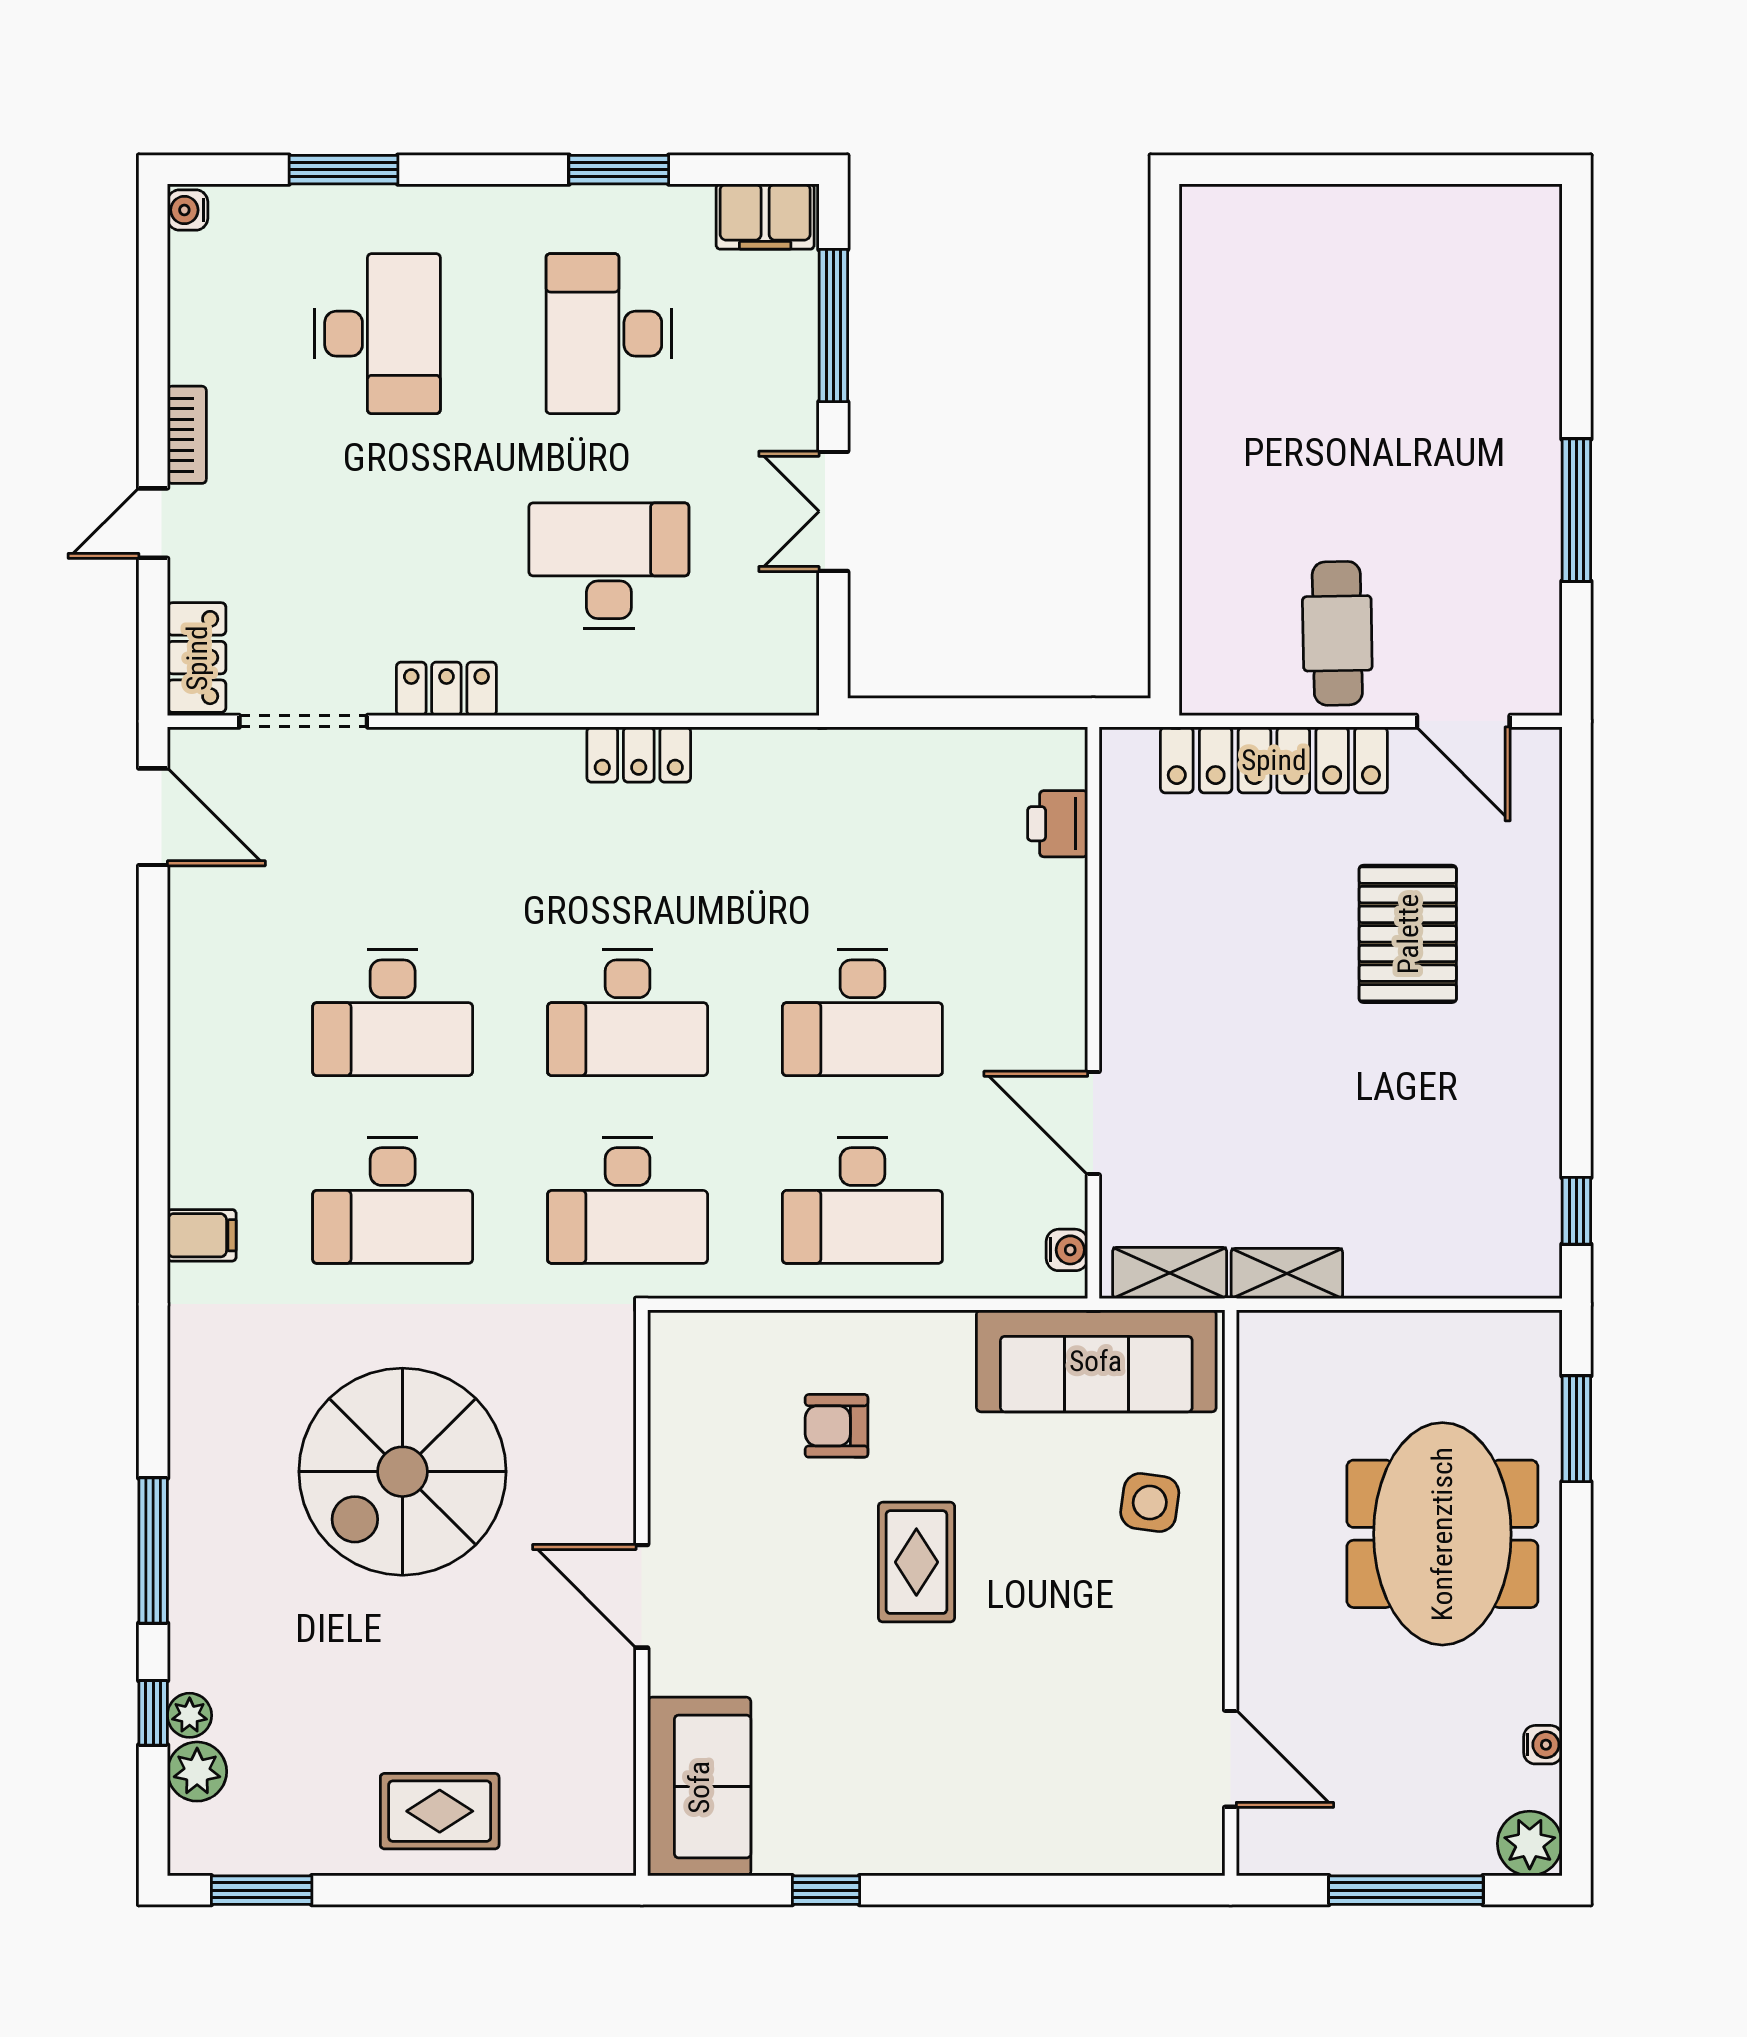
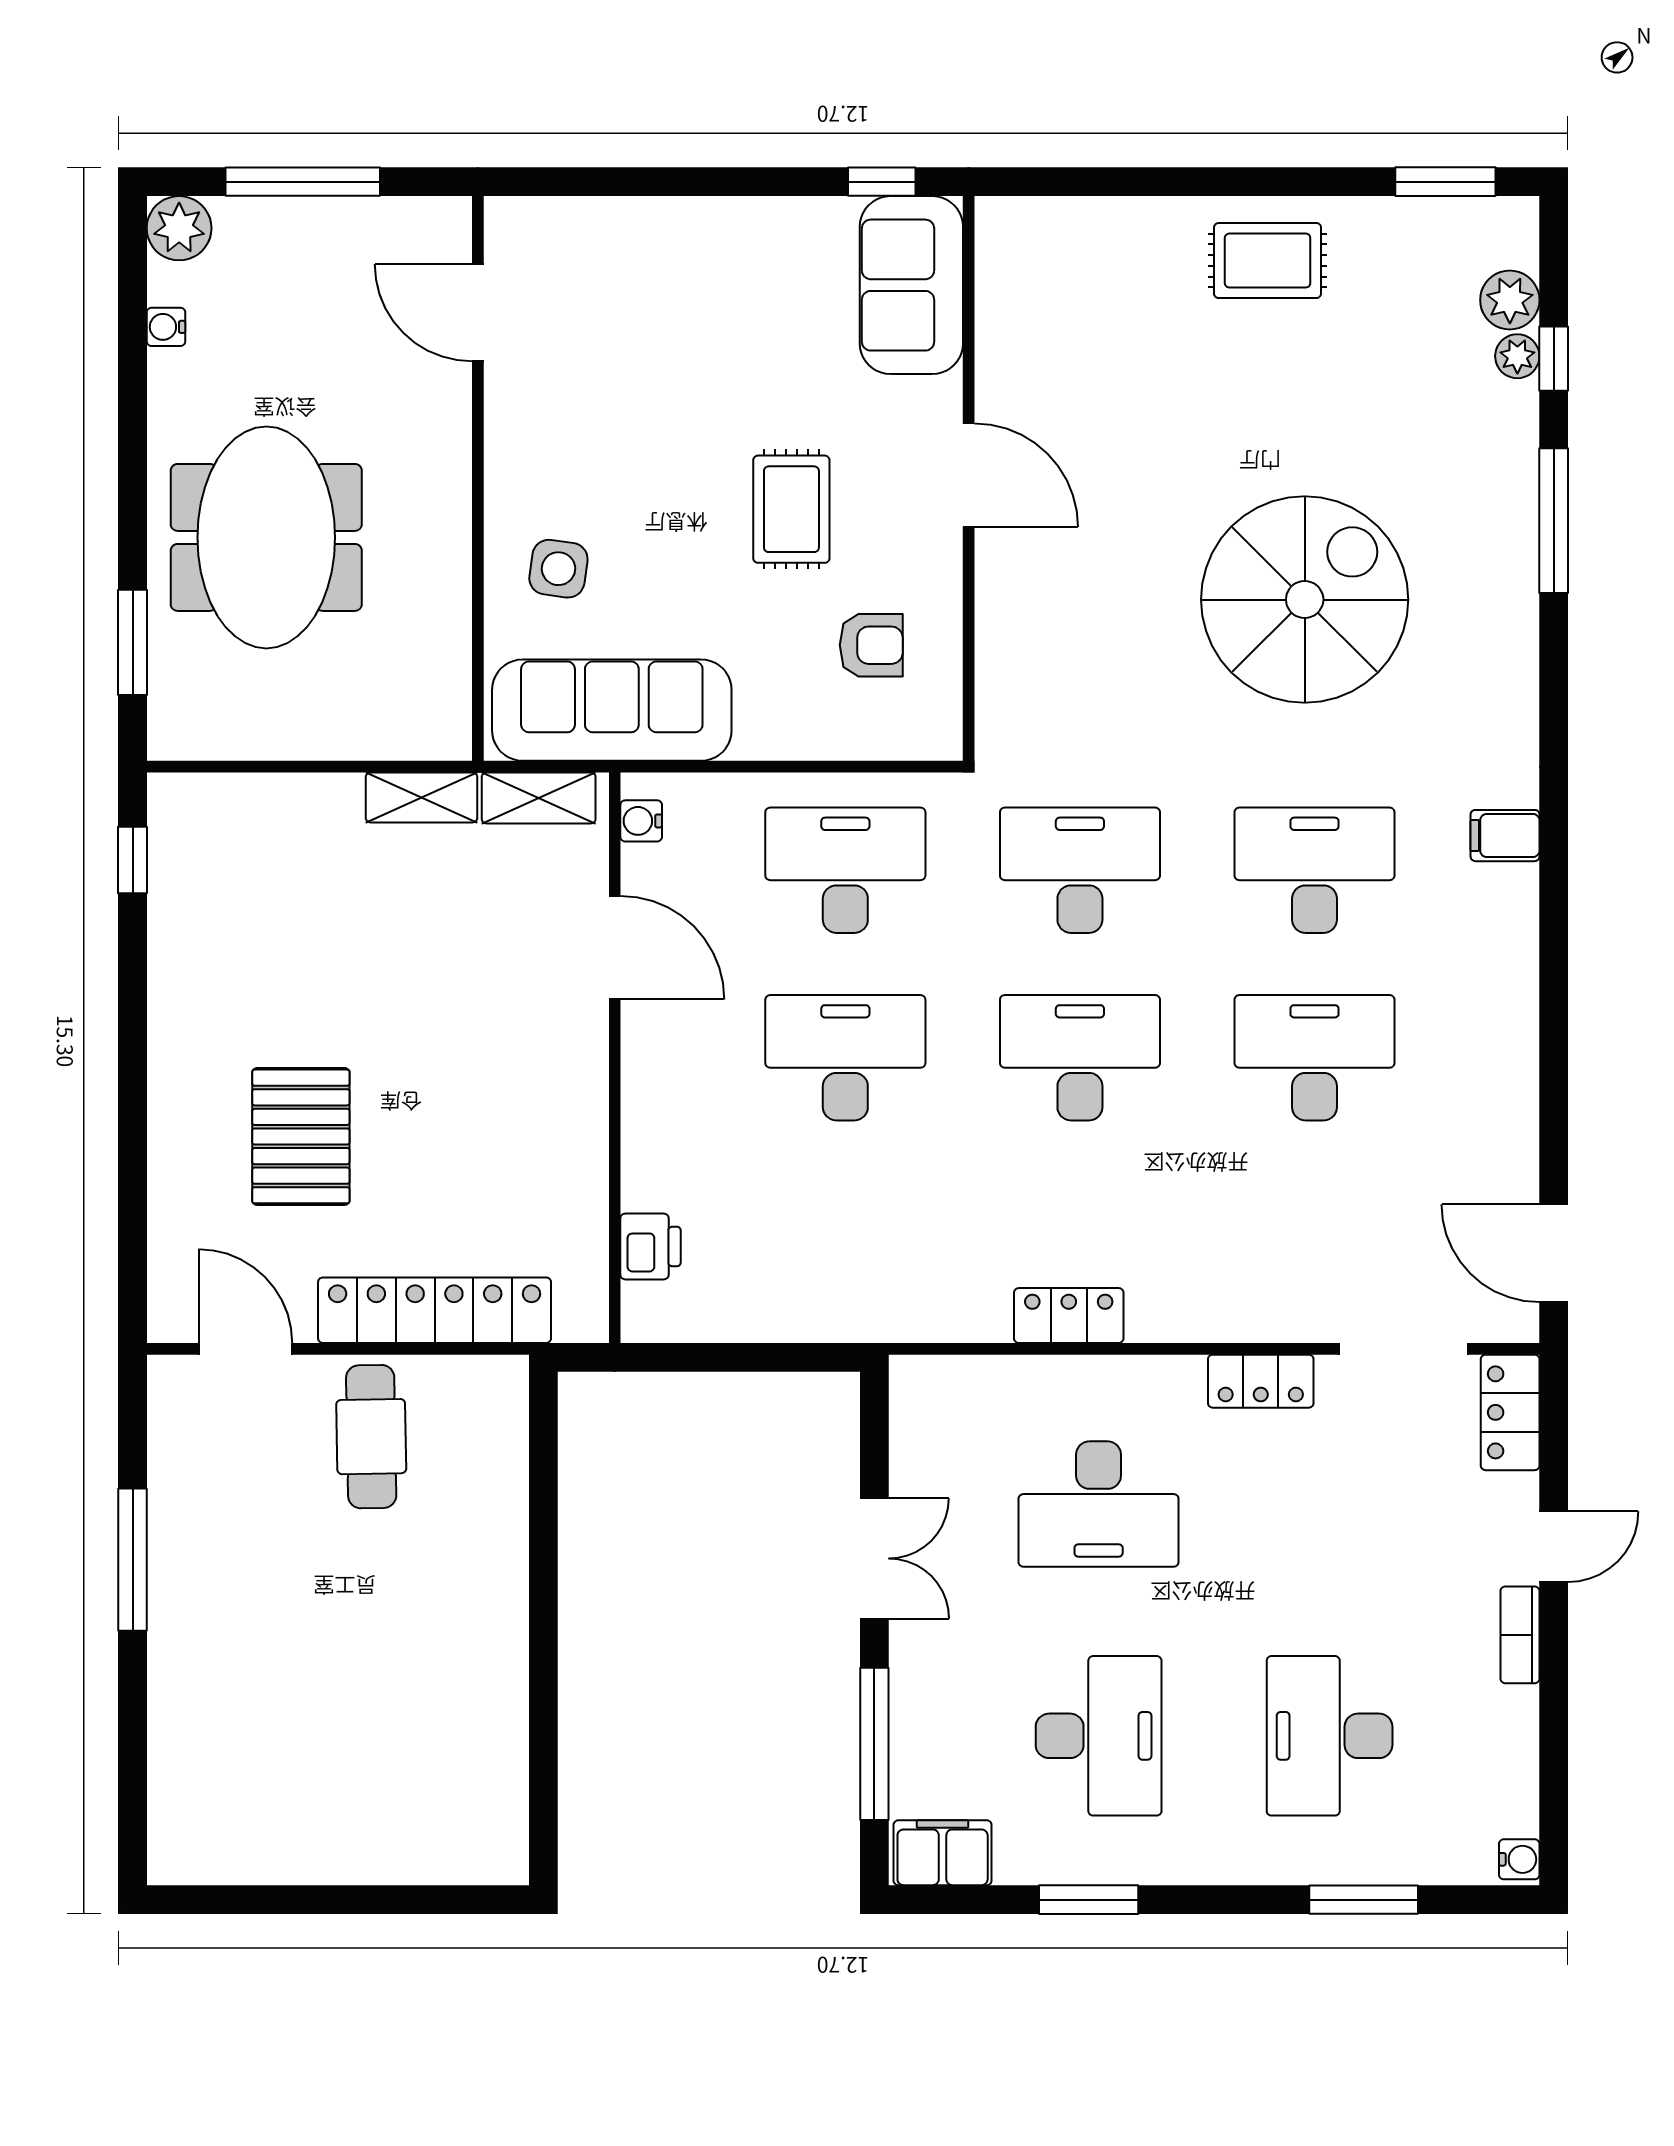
wall: (642, 1593) -> (969, 478), moved
door: (642, 1596) -> (969, 475), moved
sofa: (699, 1787) -> (911, 285), moved

